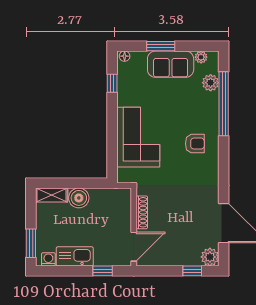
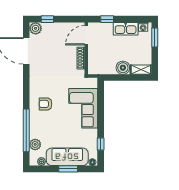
sofa: (171, 64) -> (67, 157), width x1.36

